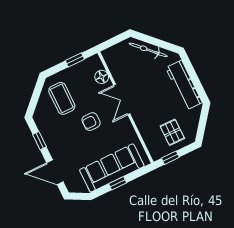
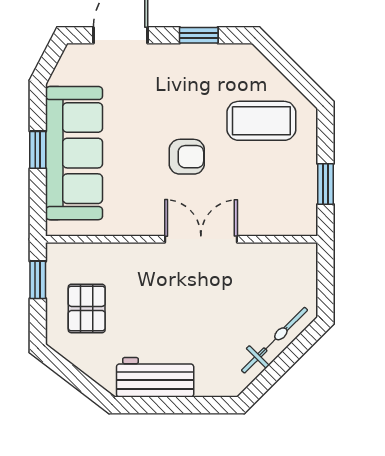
floor lamp: (102, 77) -> (266, 221), removed
workbench: (184, 85) -> (155, 377), width x0.73
armchair: (91, 122) -> (187, 157), turned 90
pallet: (172, 132) -> (87, 308), turned 90

